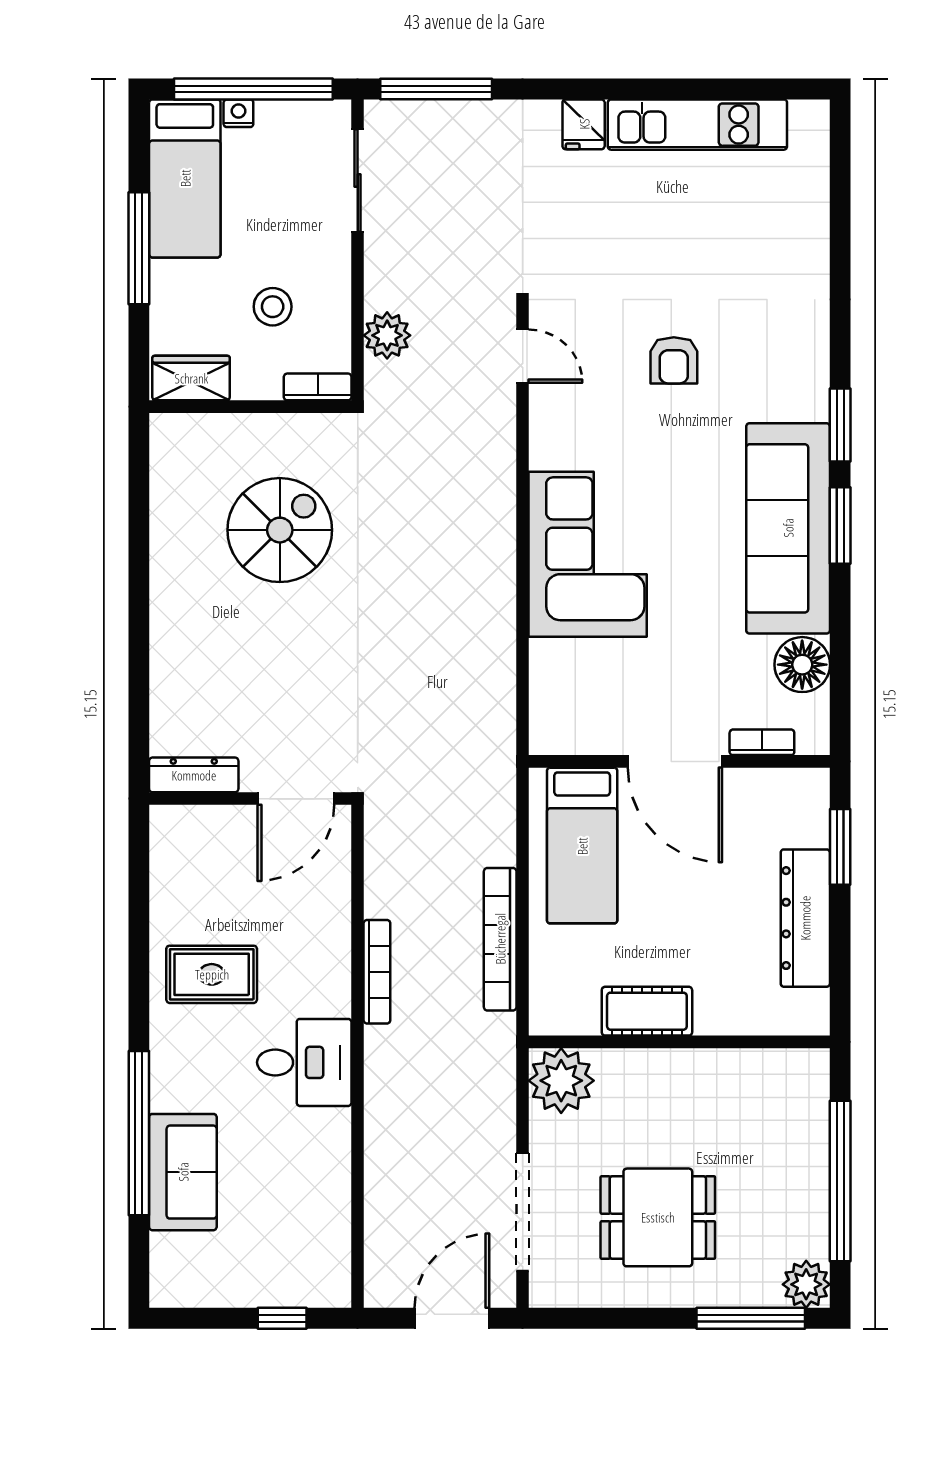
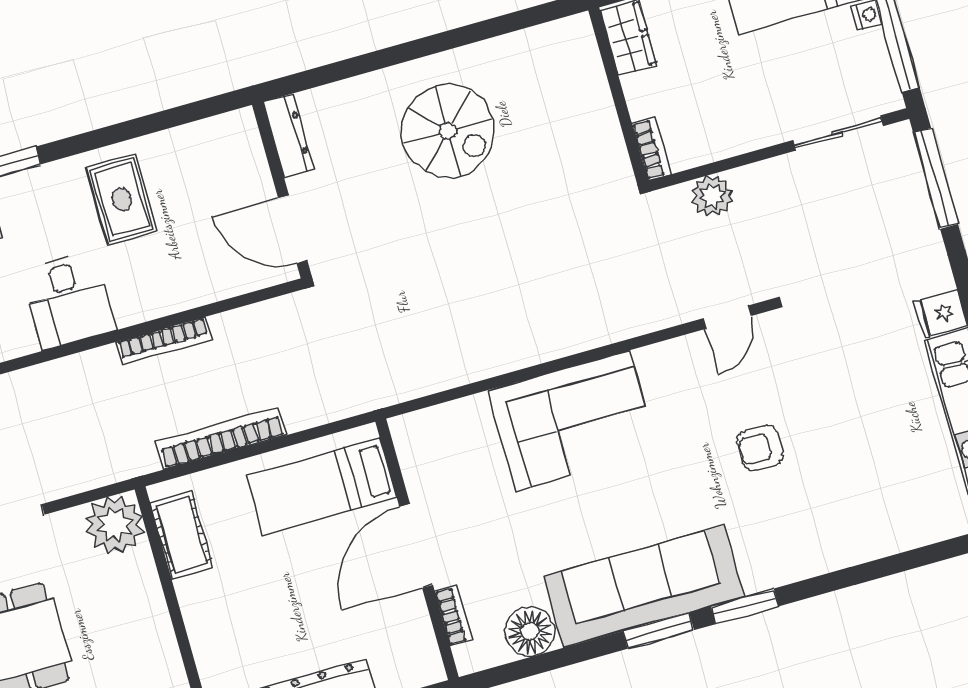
stool: (273, 307) -> (709, 91), removed
spiral stairs: (280, 530) -> (448, 131), moved
cot: (647, 1011) -> (182, 535), moved

